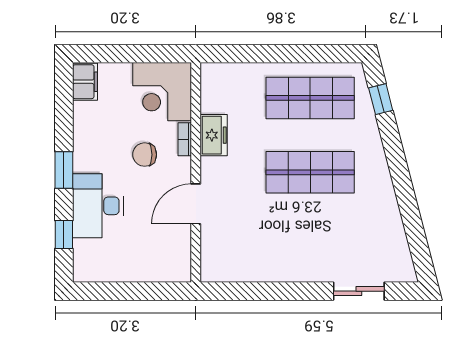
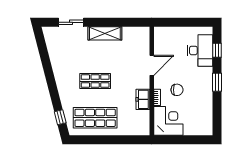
filing cabinet: (85, 82) -> (207, 126), removed
shop shelf: (310, 172) -> (95, 81), width x0.70, depth x0.74
desk: (98, 206) -> (200, 50), moved
shelving: (290, 269) -> (105, 33), added

